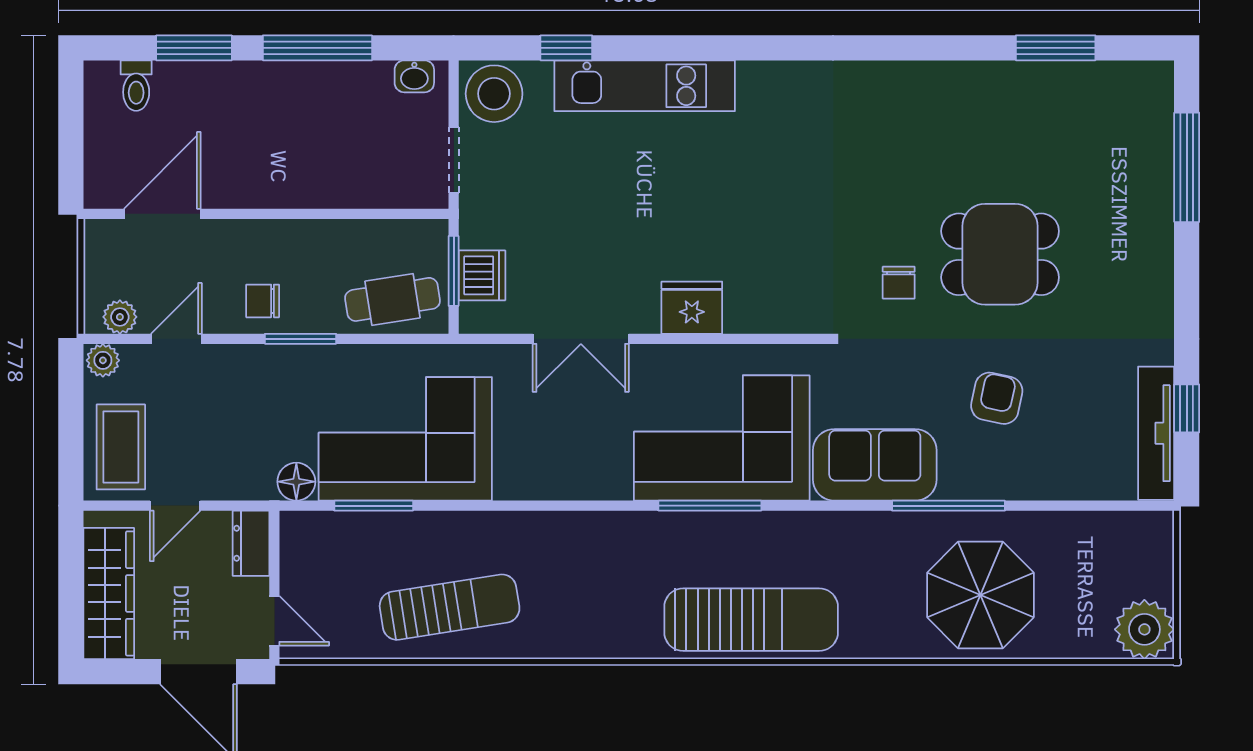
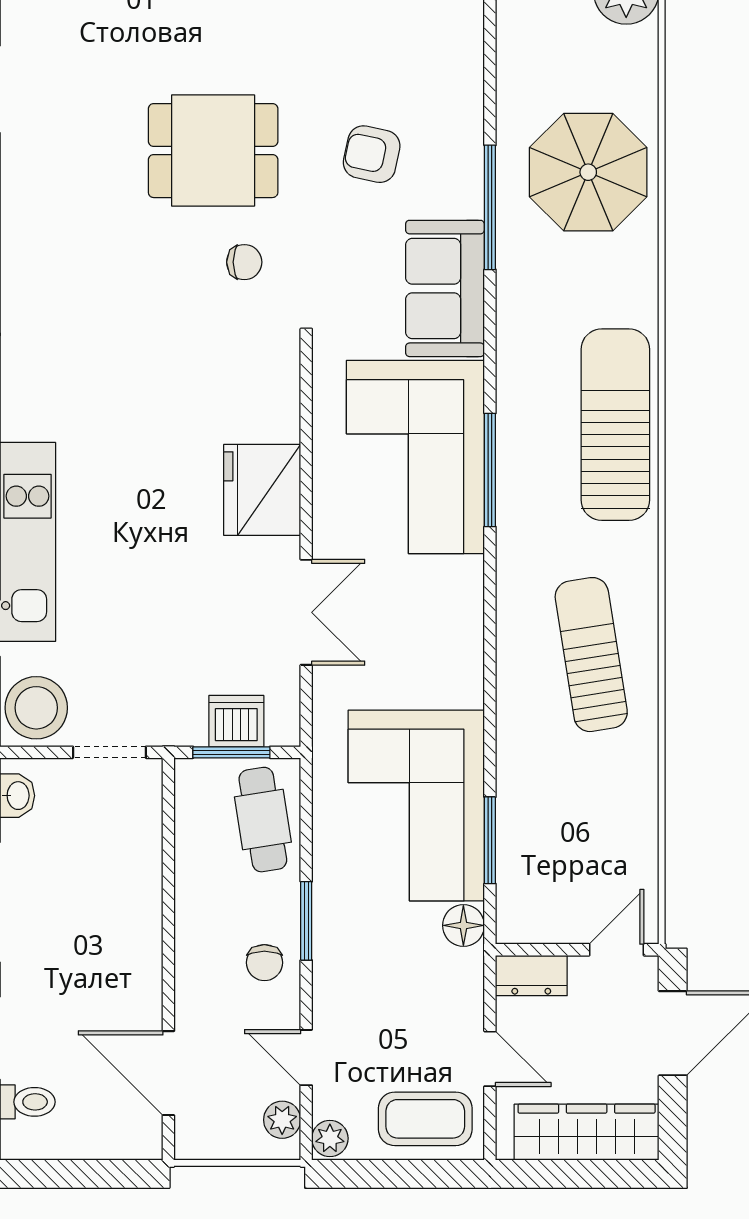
dining table: (1000, 254) -> (213, 151), turned 90
fridge: (692, 308) -> (262, 490), width x1.36, depth x1.34
sun lounger: (450, 607) -> (591, 655), moved

